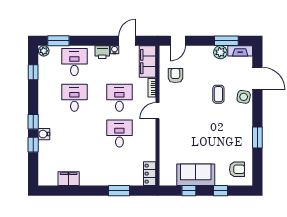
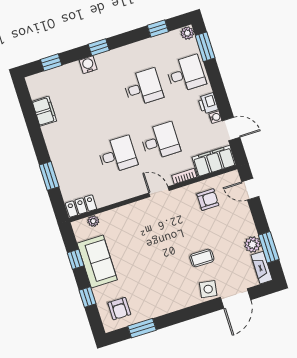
window: (257, 137) -> (142, 328), moved
window: (33, 145) -> (51, 62), moved
plant: (164, 168) -> (93, 221), added

